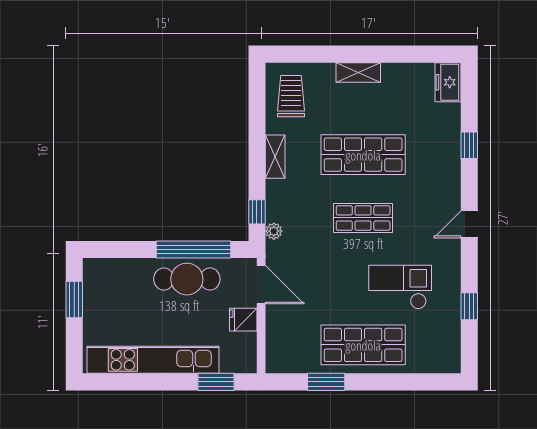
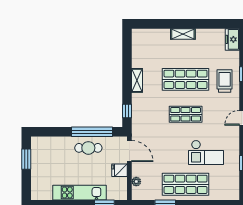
trolley: (291, 96) -> (225, 81), moved
plant: (274, 231) -> (136, 182), moved
cafe table: (187, 279) -> (88, 148), width x0.73, depth x0.74
checkout: (400, 287) -> (206, 152), turned 180
kitchen unit: (153, 360) -> (79, 193), width x0.73

